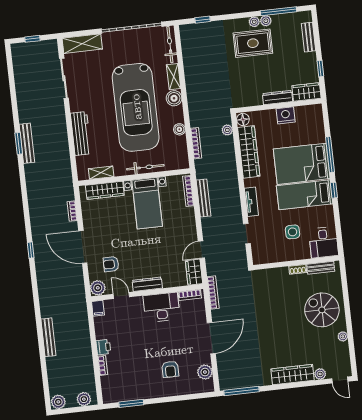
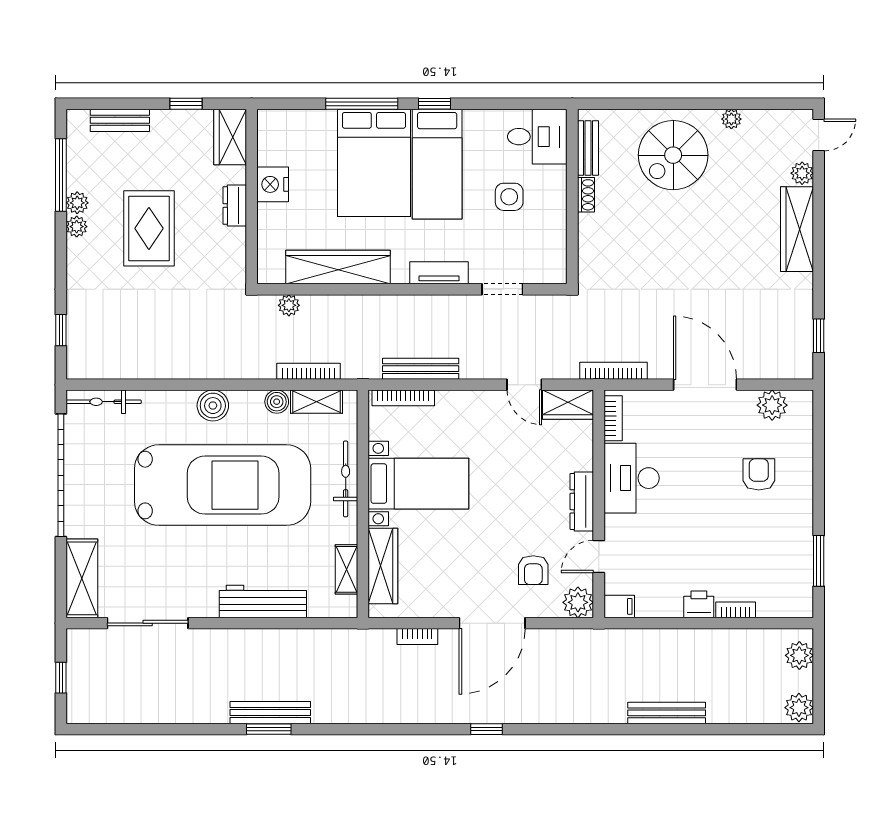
rug: (253, 43) -> (149, 228), moved
shelving: (174, 77) -> (316, 402), moved
dresser: (278, 97) -> (235, 206), width x0.70
floor lamp: (243, 119) -> (271, 271), removed
armchair: (170, 369) -> (759, 474), turned -90
window: (241, 391) -> (819, 336), width x0.46

